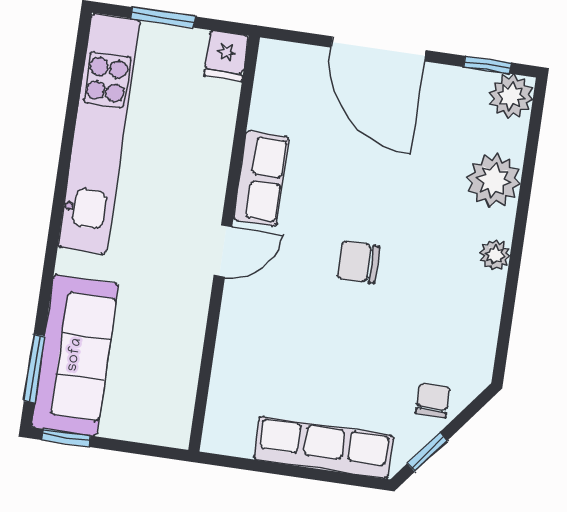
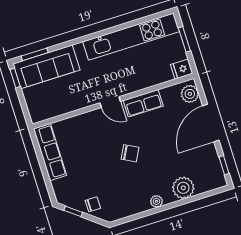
plant: (511, 96) -> (190, 94), moved
chair: (359, 262) -> (130, 153), turned 118
row of seats: (324, 448) -> (50, 152), moved

